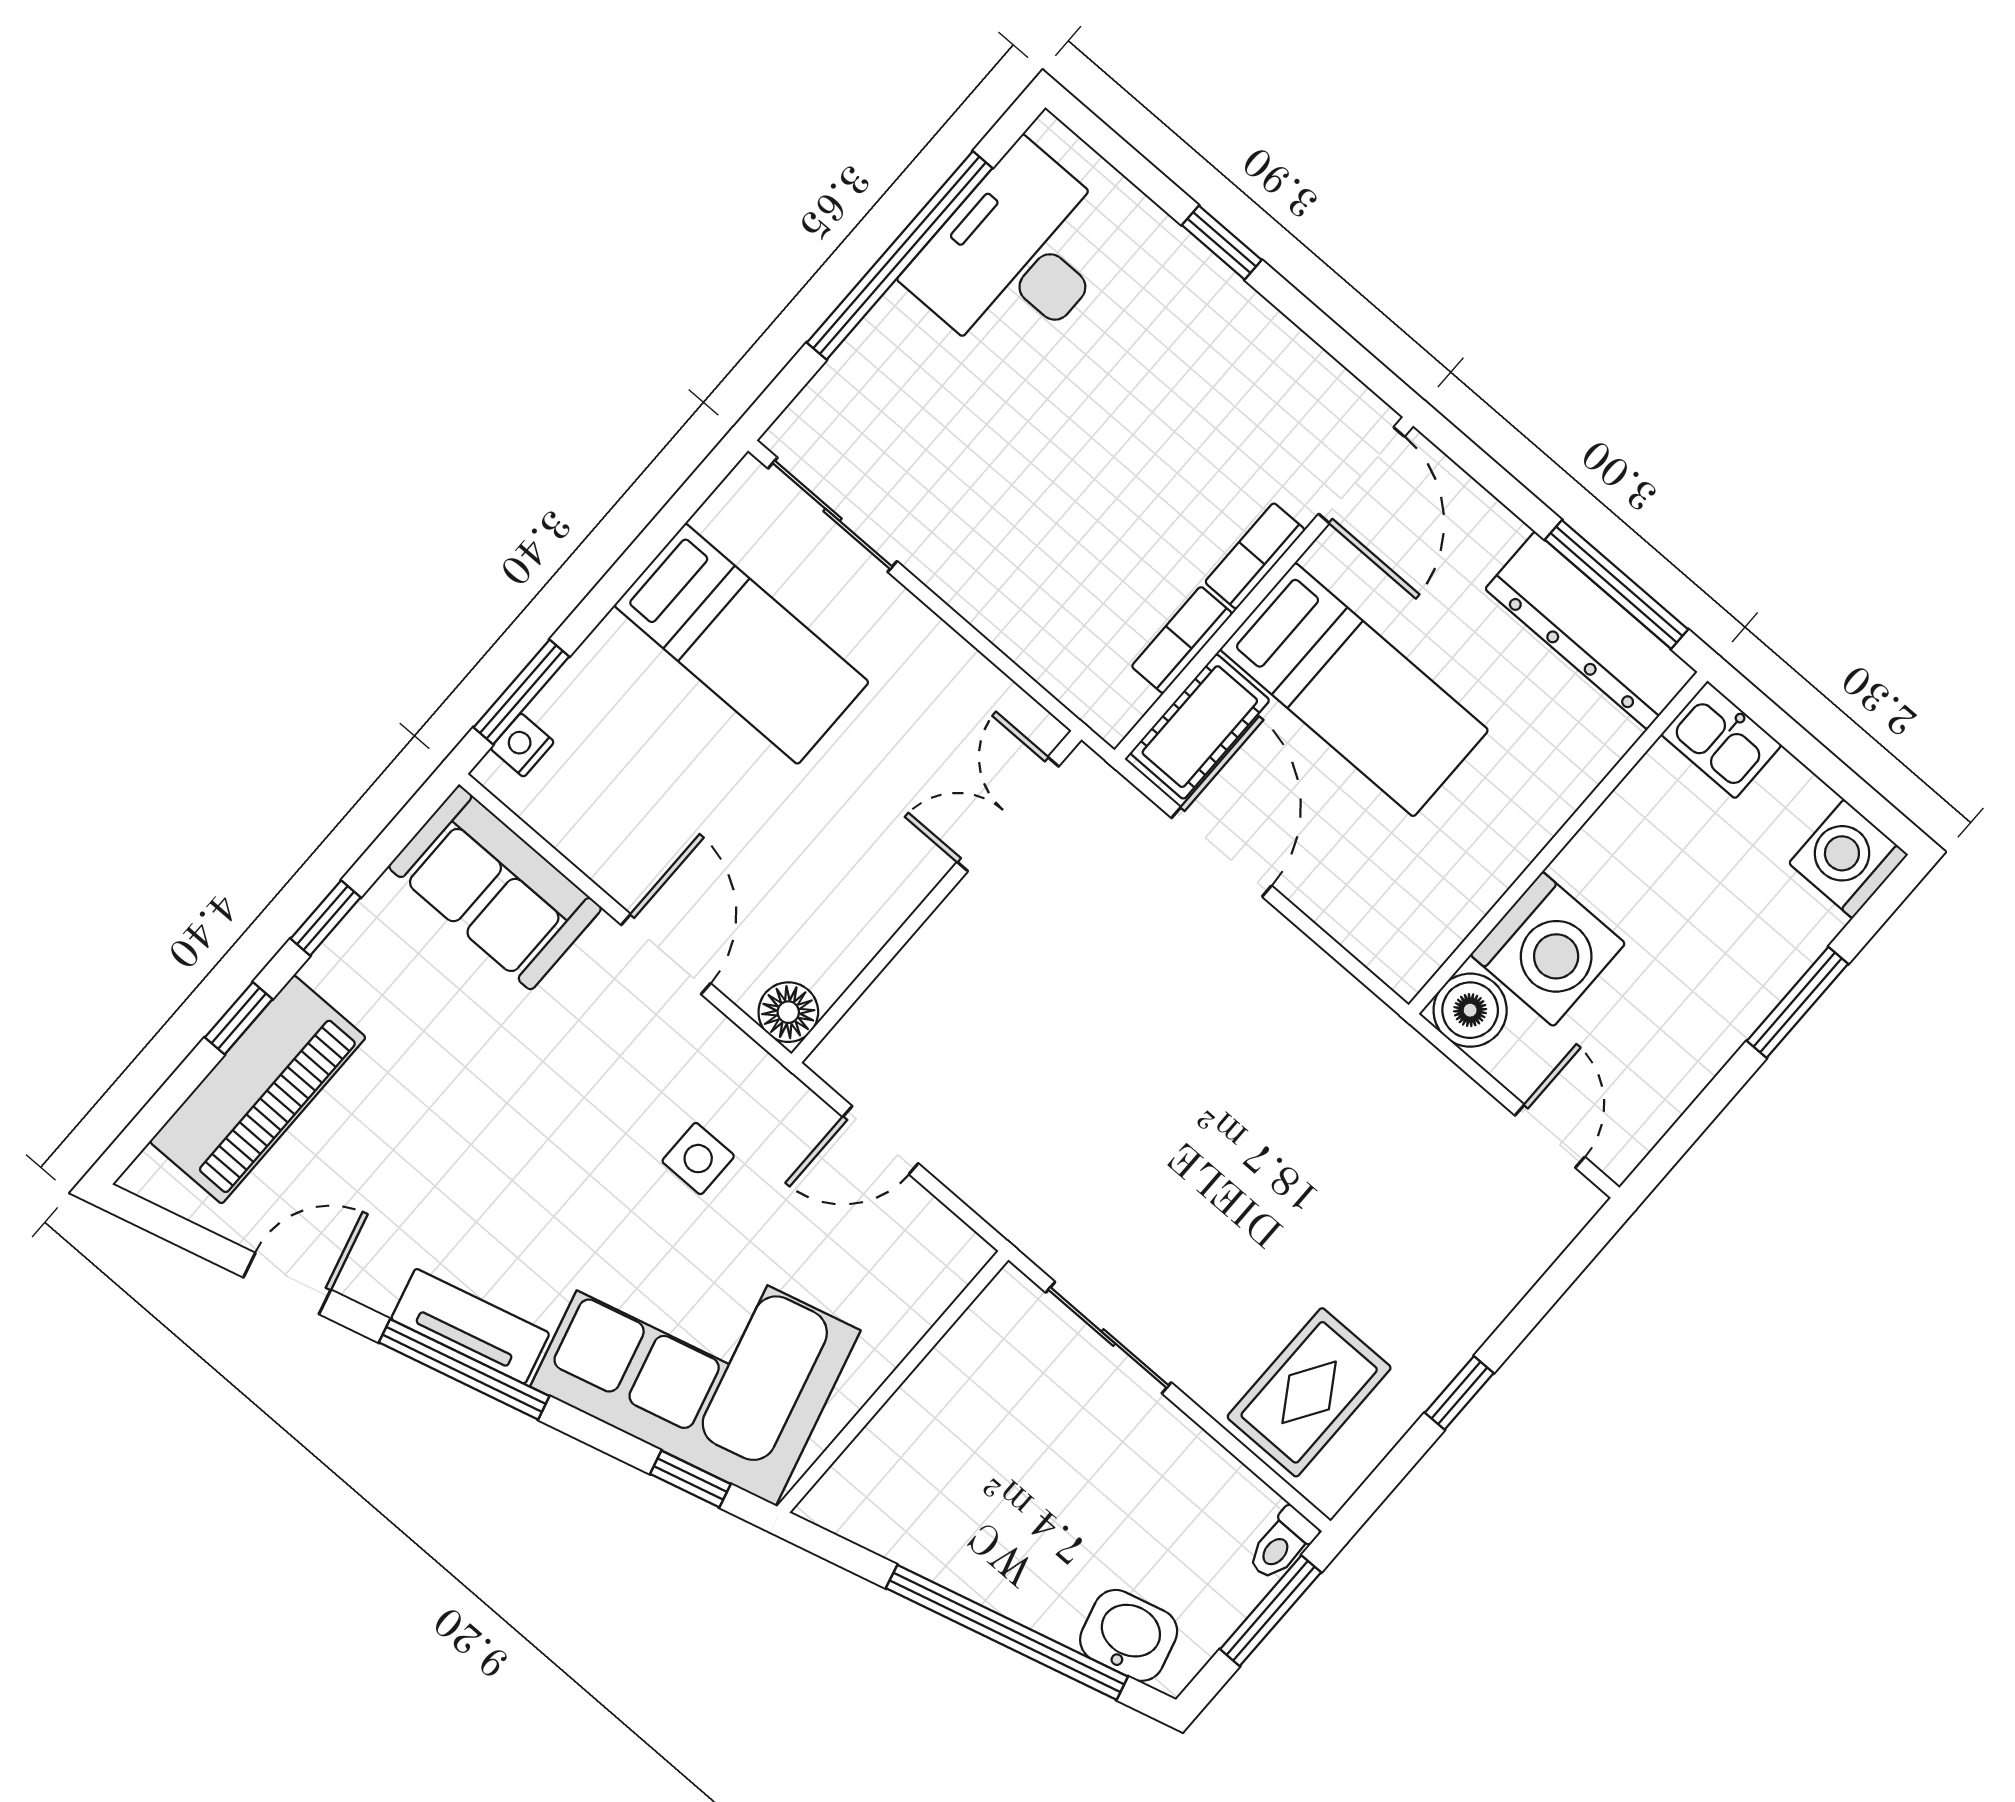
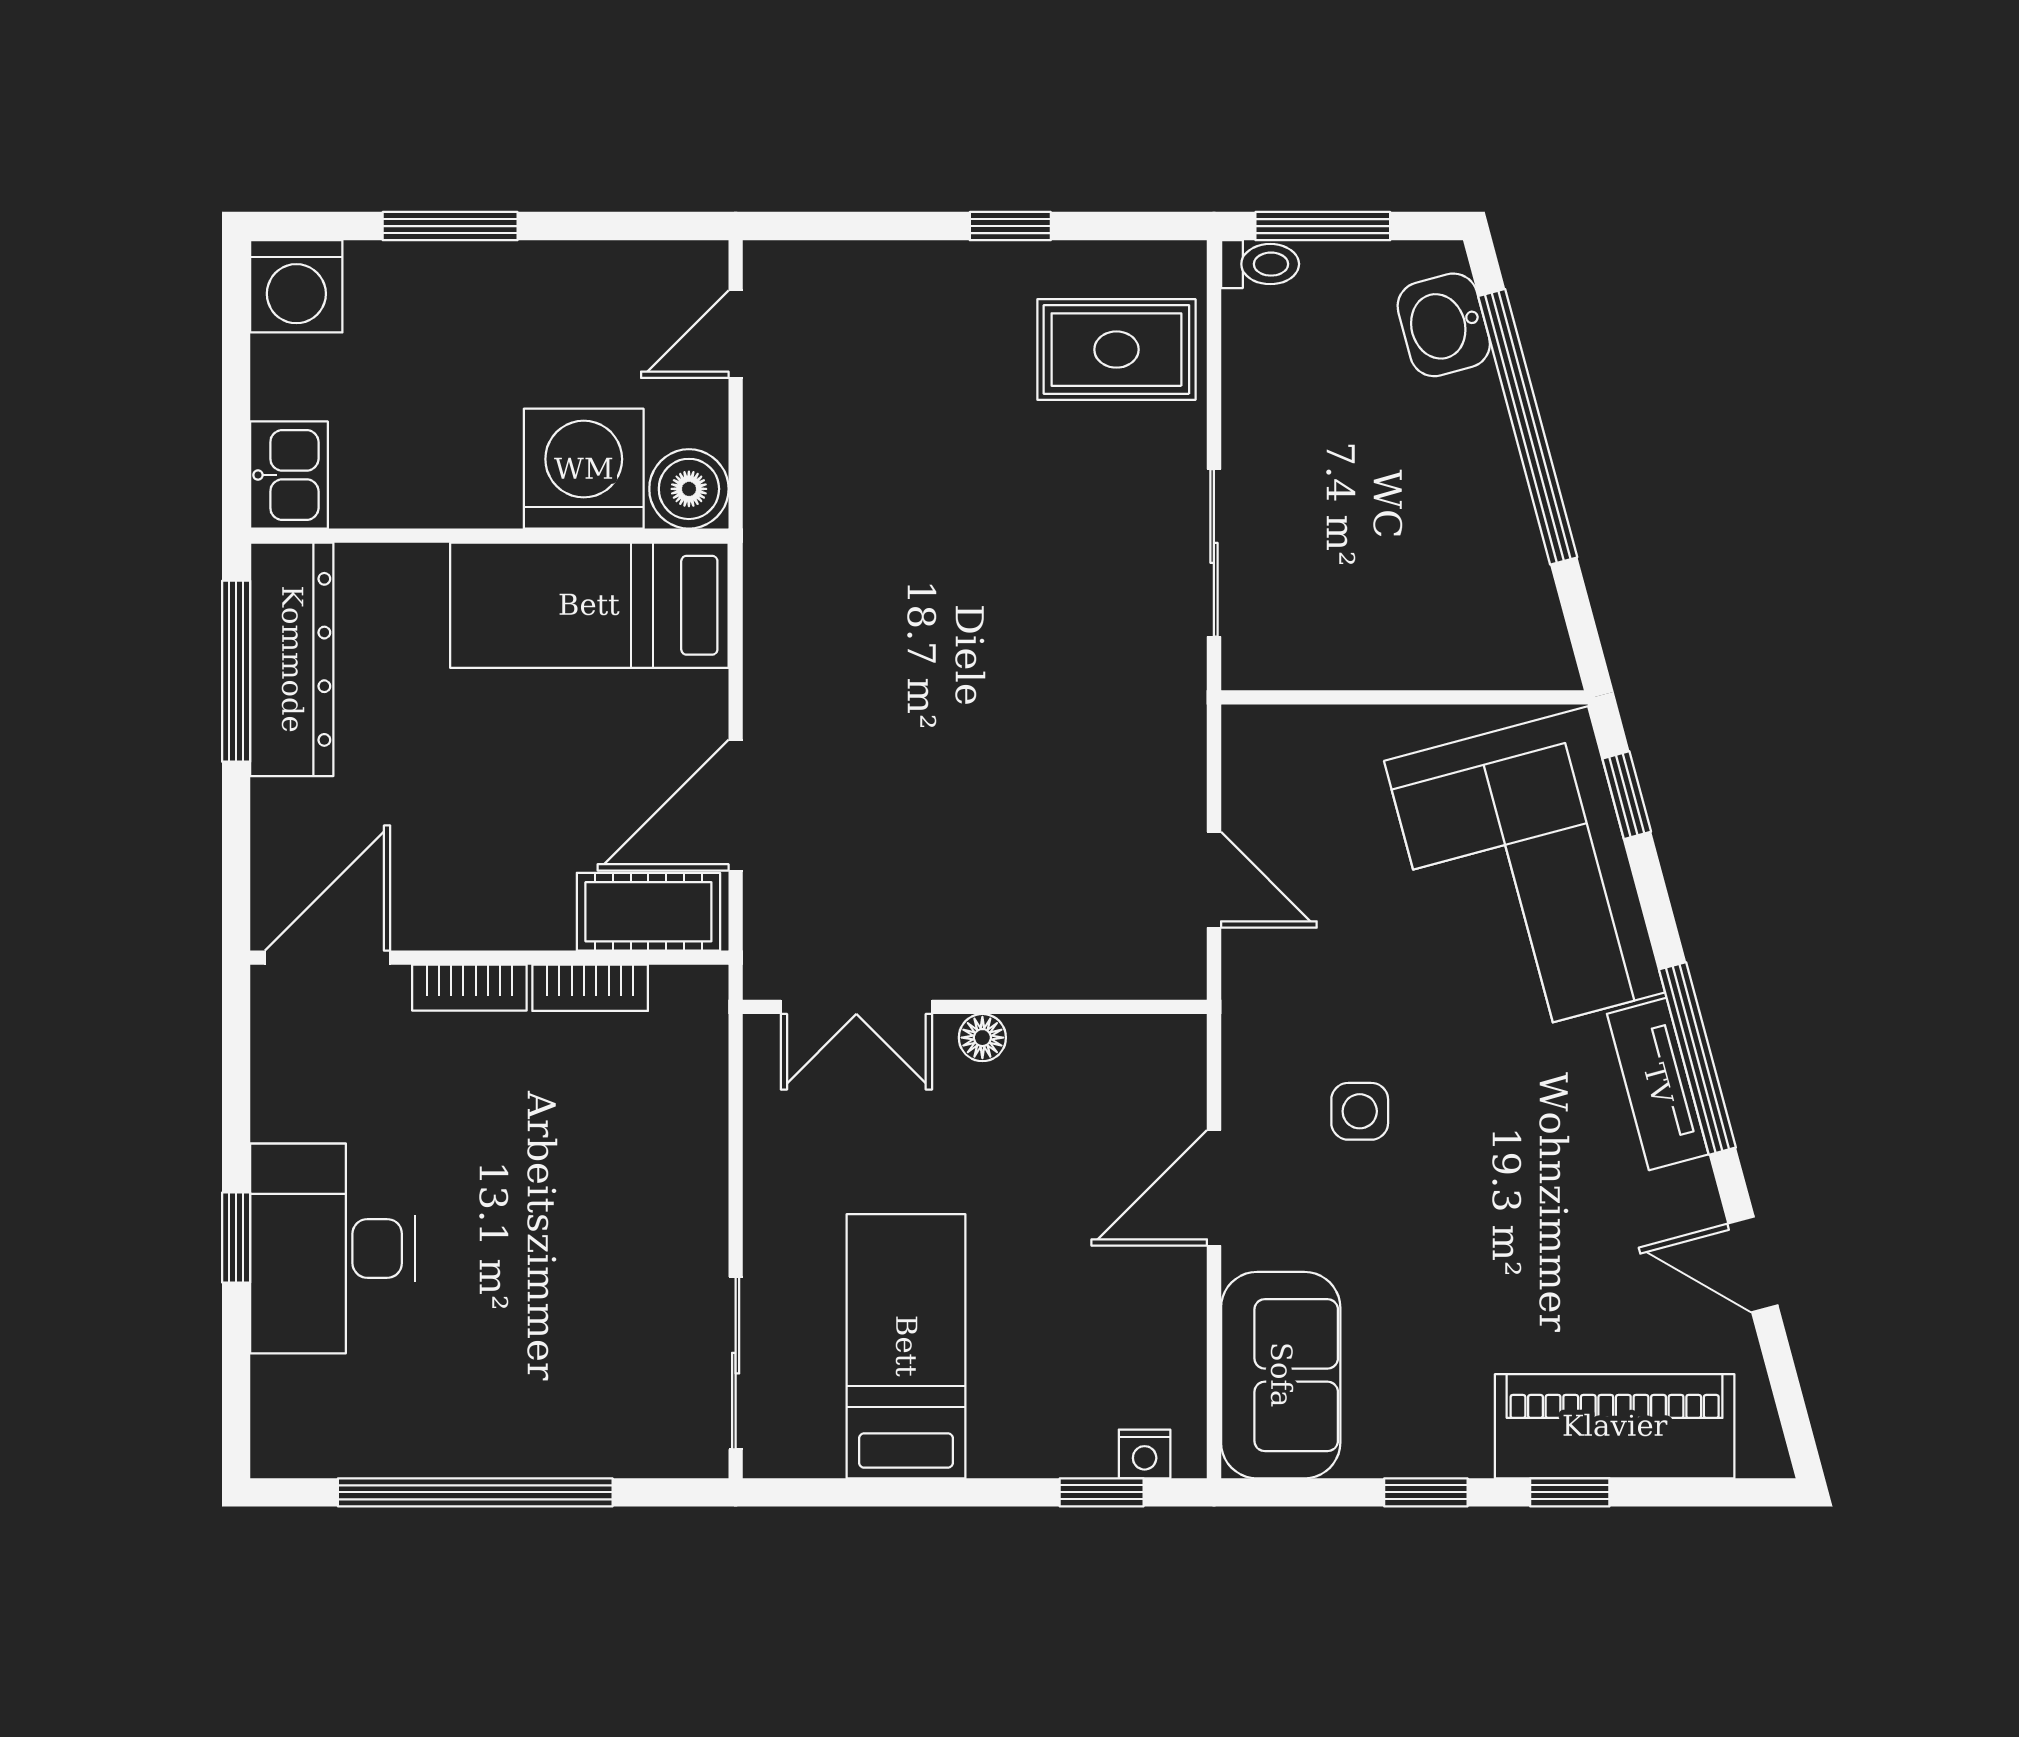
desk: (1017, 256) -> (333, 1248), moved, turned 90
bed: (1354, 690) -> (589, 605), moved, turned -90
window: (521, 692) -> (1102, 1492), width x0.67
floor lamp: (788, 1012) -> (982, 1038), moved, width x0.73, depth x0.73
side table: (698, 1159) -> (1360, 1111), moved

